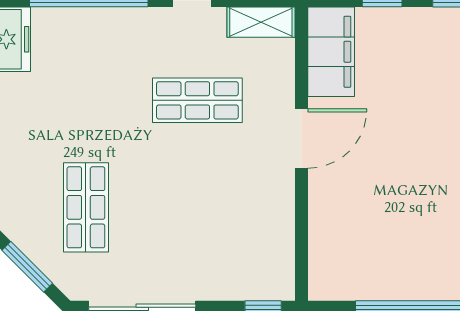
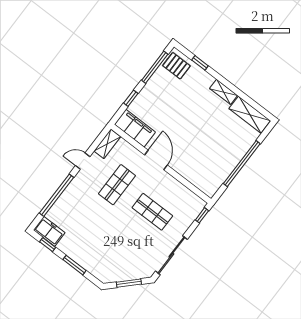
shop shelf: (86, 207) -> (152, 212), moved

